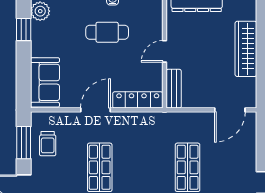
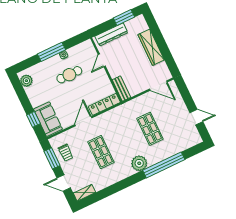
window: (24, 30) -> (33, 119), moved
door: (164, 51) -> (102, 60), moved
door: (230, 110) -> (158, 86), hinge flipped

